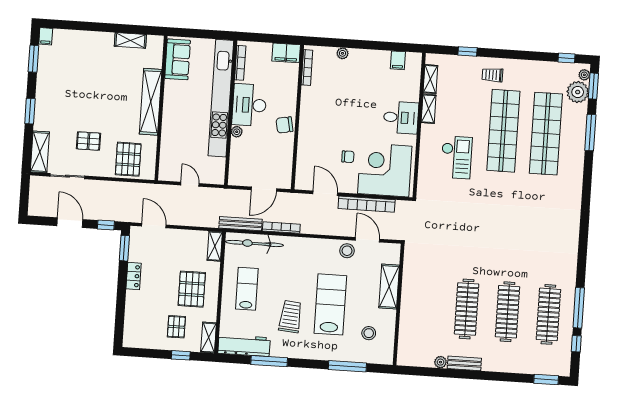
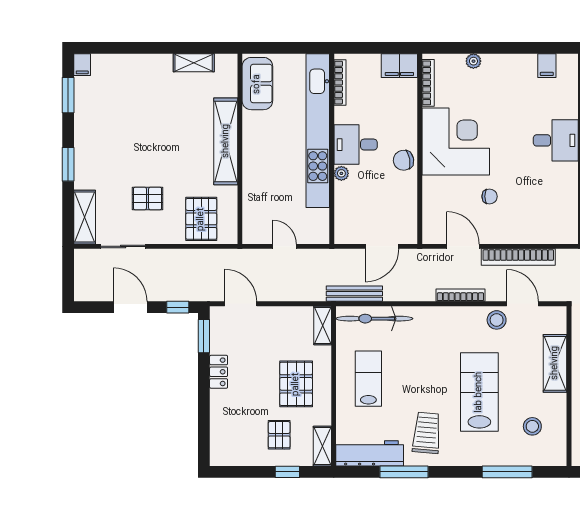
desk: (249, 105) -> (356, 145), width x0.73
corner desk: (385, 170) -> (456, 141), moved, turned 90
bookcase: (281, 228) -> (460, 295), moved
trolley: (290, 317) -> (427, 433), moved

